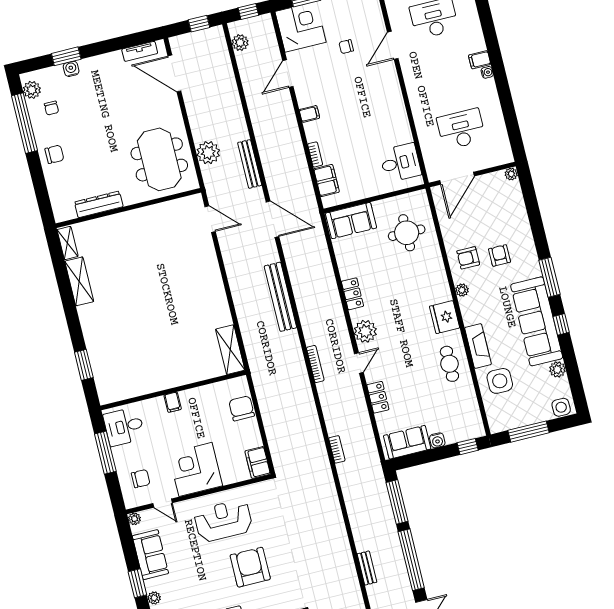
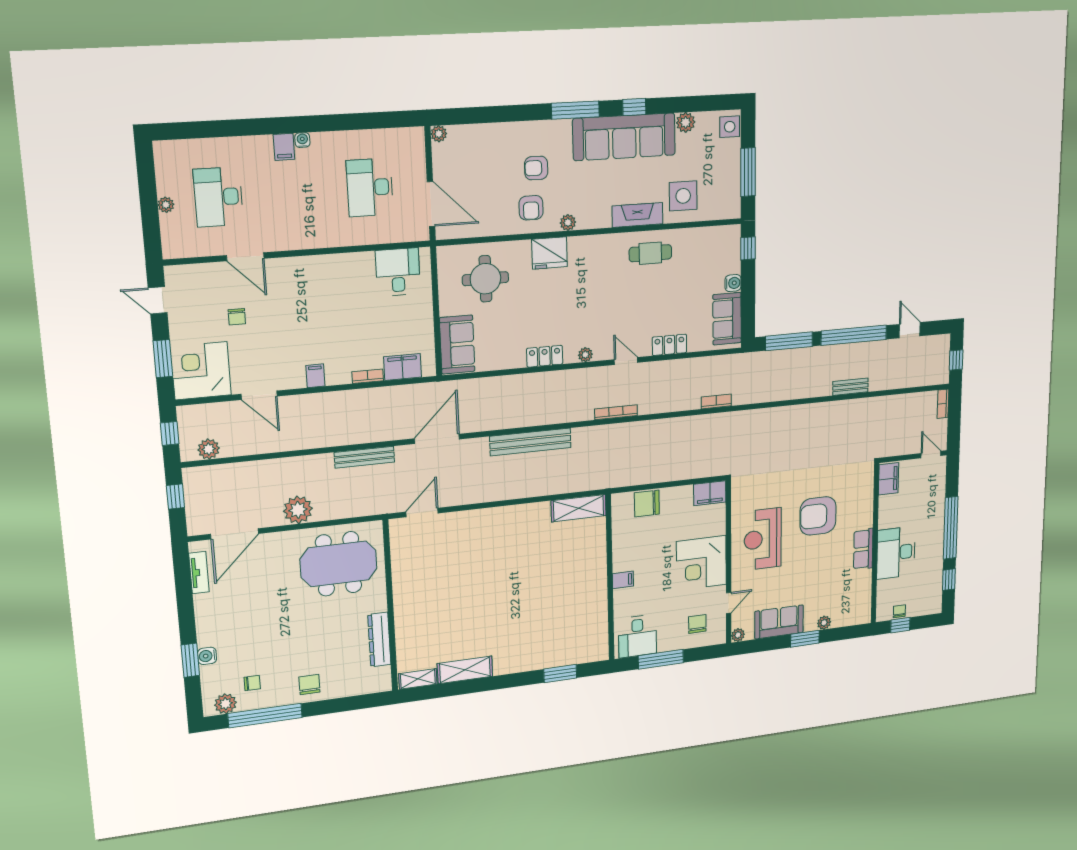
plant: (208, 153) -> (298, 510), moved
fridge: (445, 317) -> (550, 253), moved
plant: (365, 331) -> (585, 355), width x0.53, depth x0.53

